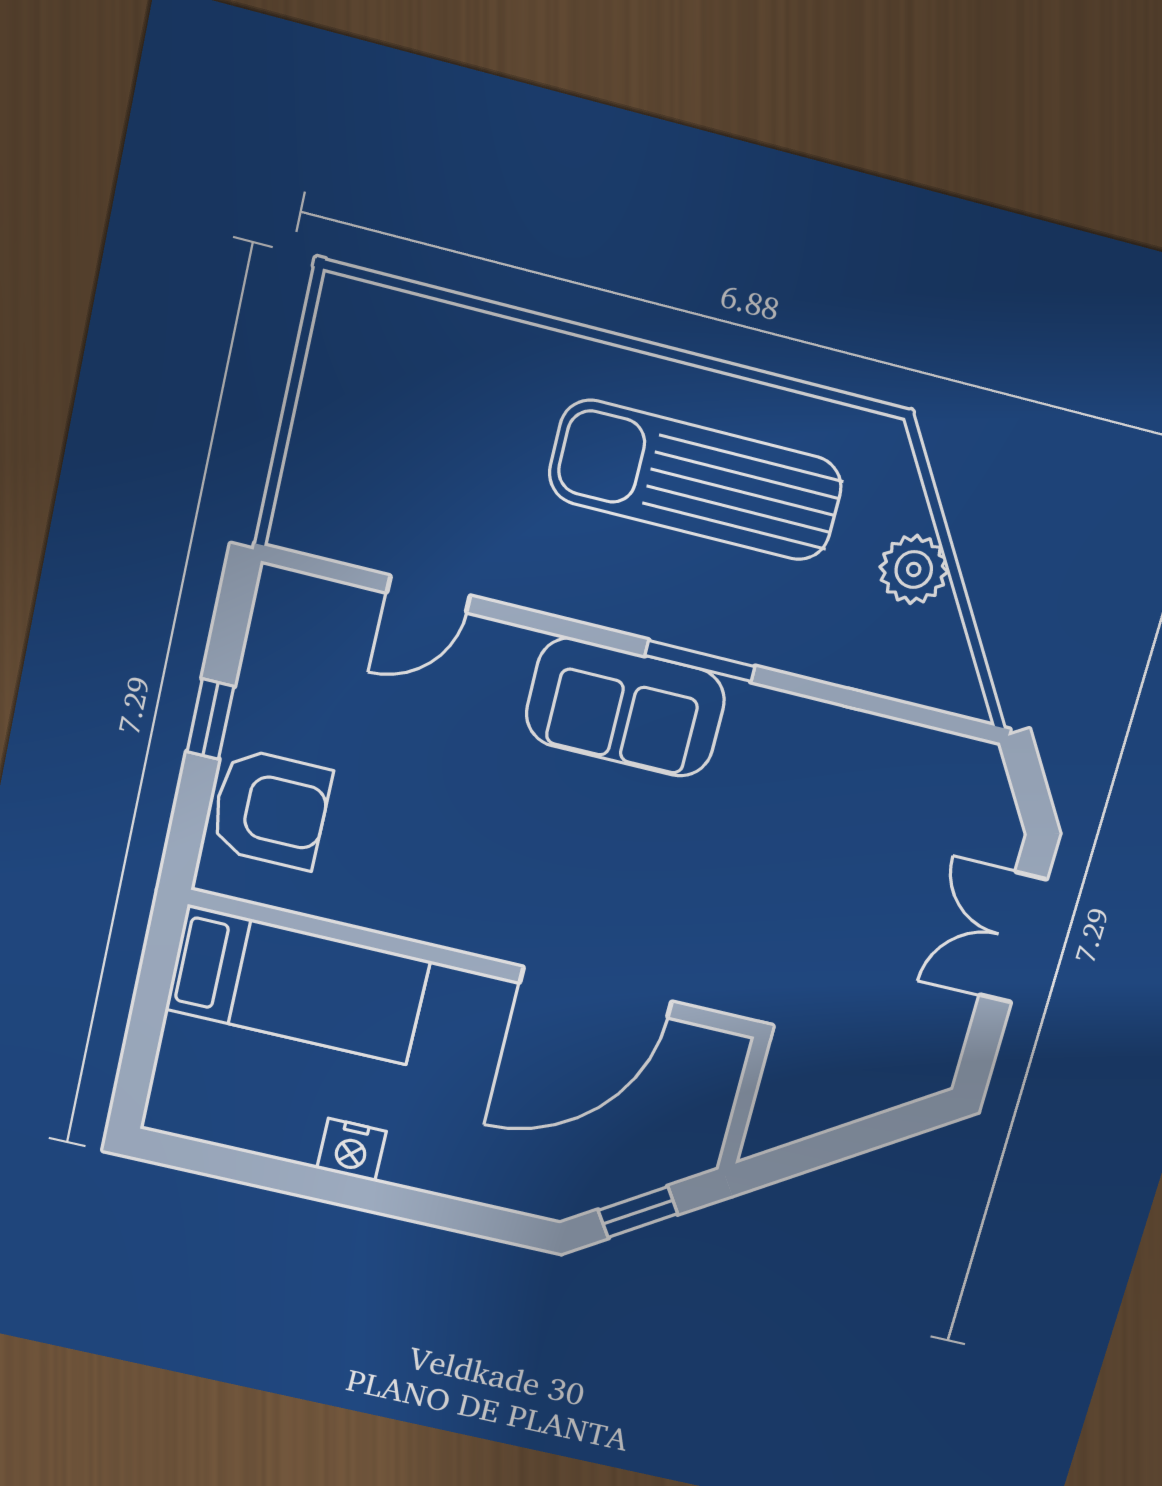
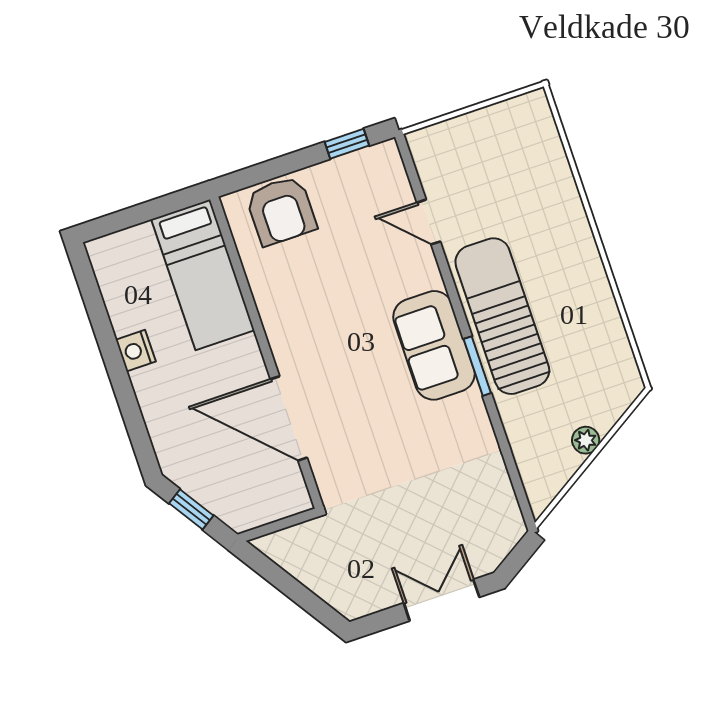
sun lounger: (695, 480) -> (502, 316), moved
plant: (914, 569) -> (586, 440), width x0.73, depth x0.73
window: (211, 719) -> (347, 144), moved

